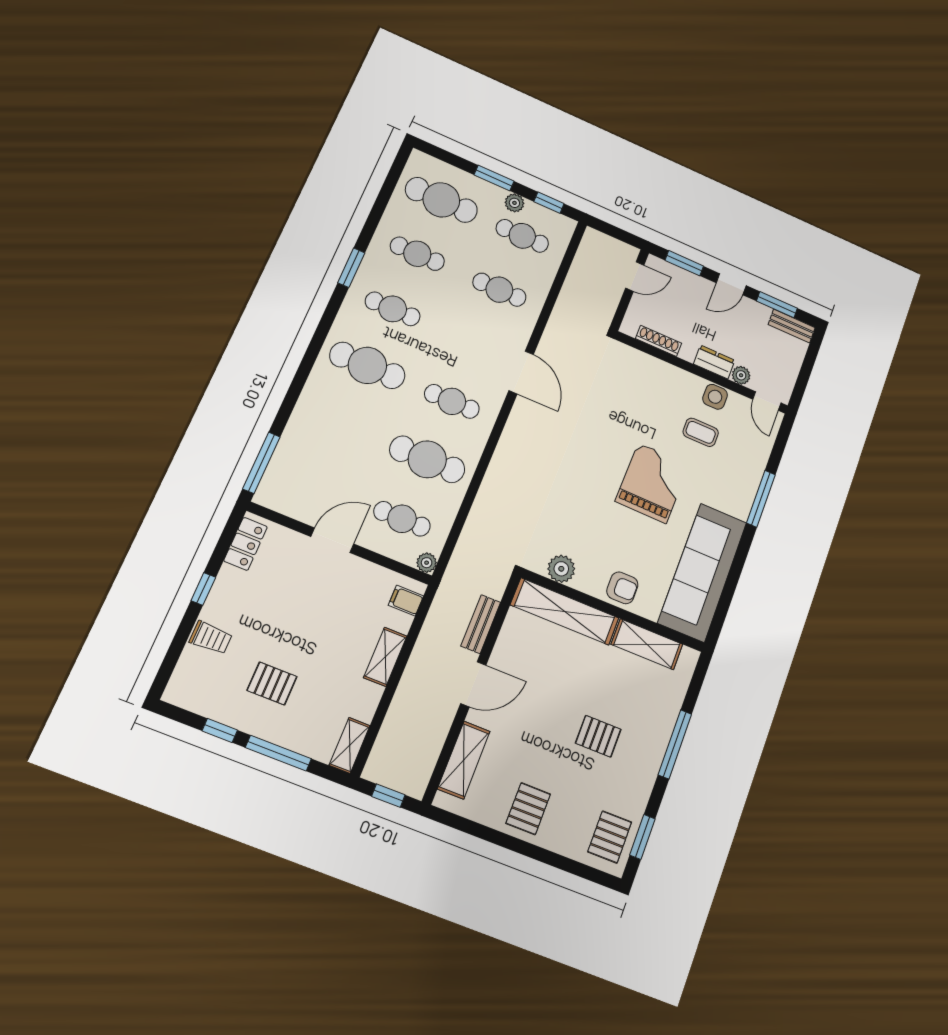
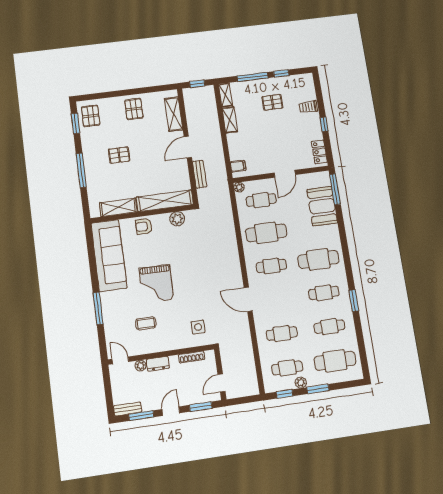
side table: (715, 397) -> (198, 327), moved
booth: (303, 447) -> (322, 206), added
shelving: (385, 657) -> (230, 120), moved

